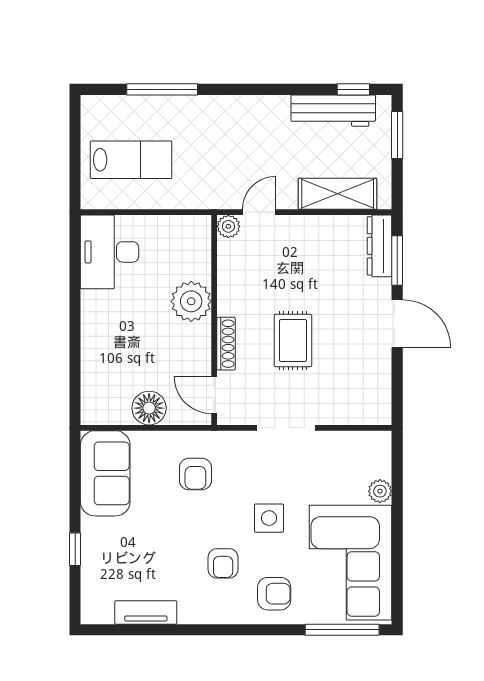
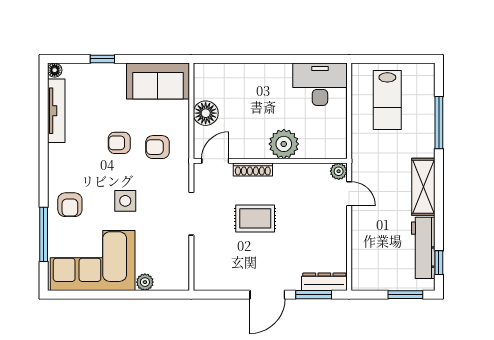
shelving: (338, 194) -> (423, 187), moved
armchair: (223, 563) -> (119, 143), moved
tv unit: (146, 612) -> (56, 111), width x1.41
floor lamp: (90, 615) -> (55, 70), added
window: (342, 630) -> (44, 234), moved

